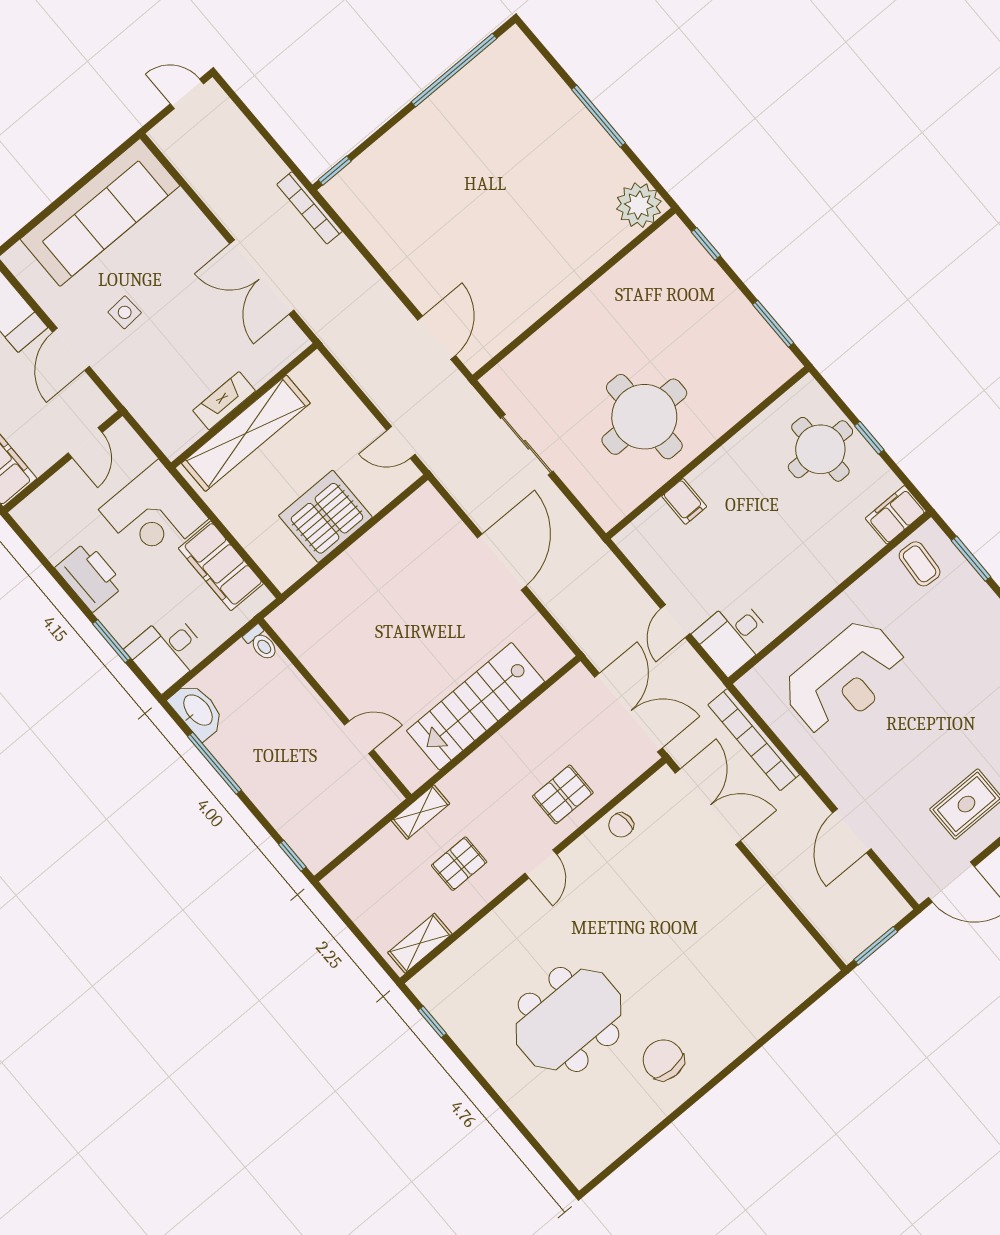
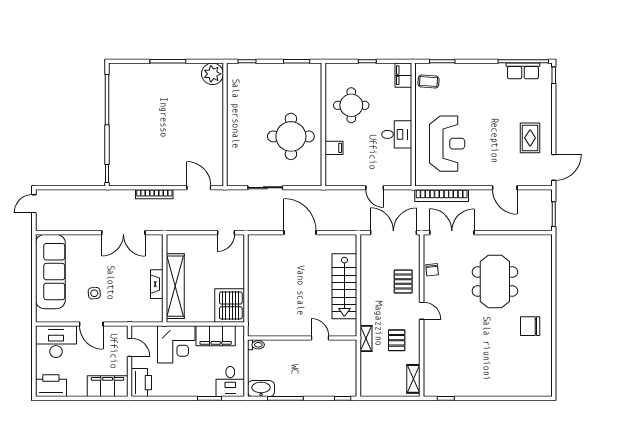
bookcase: (310, 208) -> (154, 194), moved
round table: (820, 449) -> (351, 105), moved
server rack: (325, 516) -> (230, 305), moved
printer: (90, 576) -> (141, 383), moved, turned 90
desk: (733, 636) -> (397, 134), moved, turned -90
door: (359, 737) -> (320, 338), hinge flipped
meeting table: (568, 1019) -> (495, 282), moved

